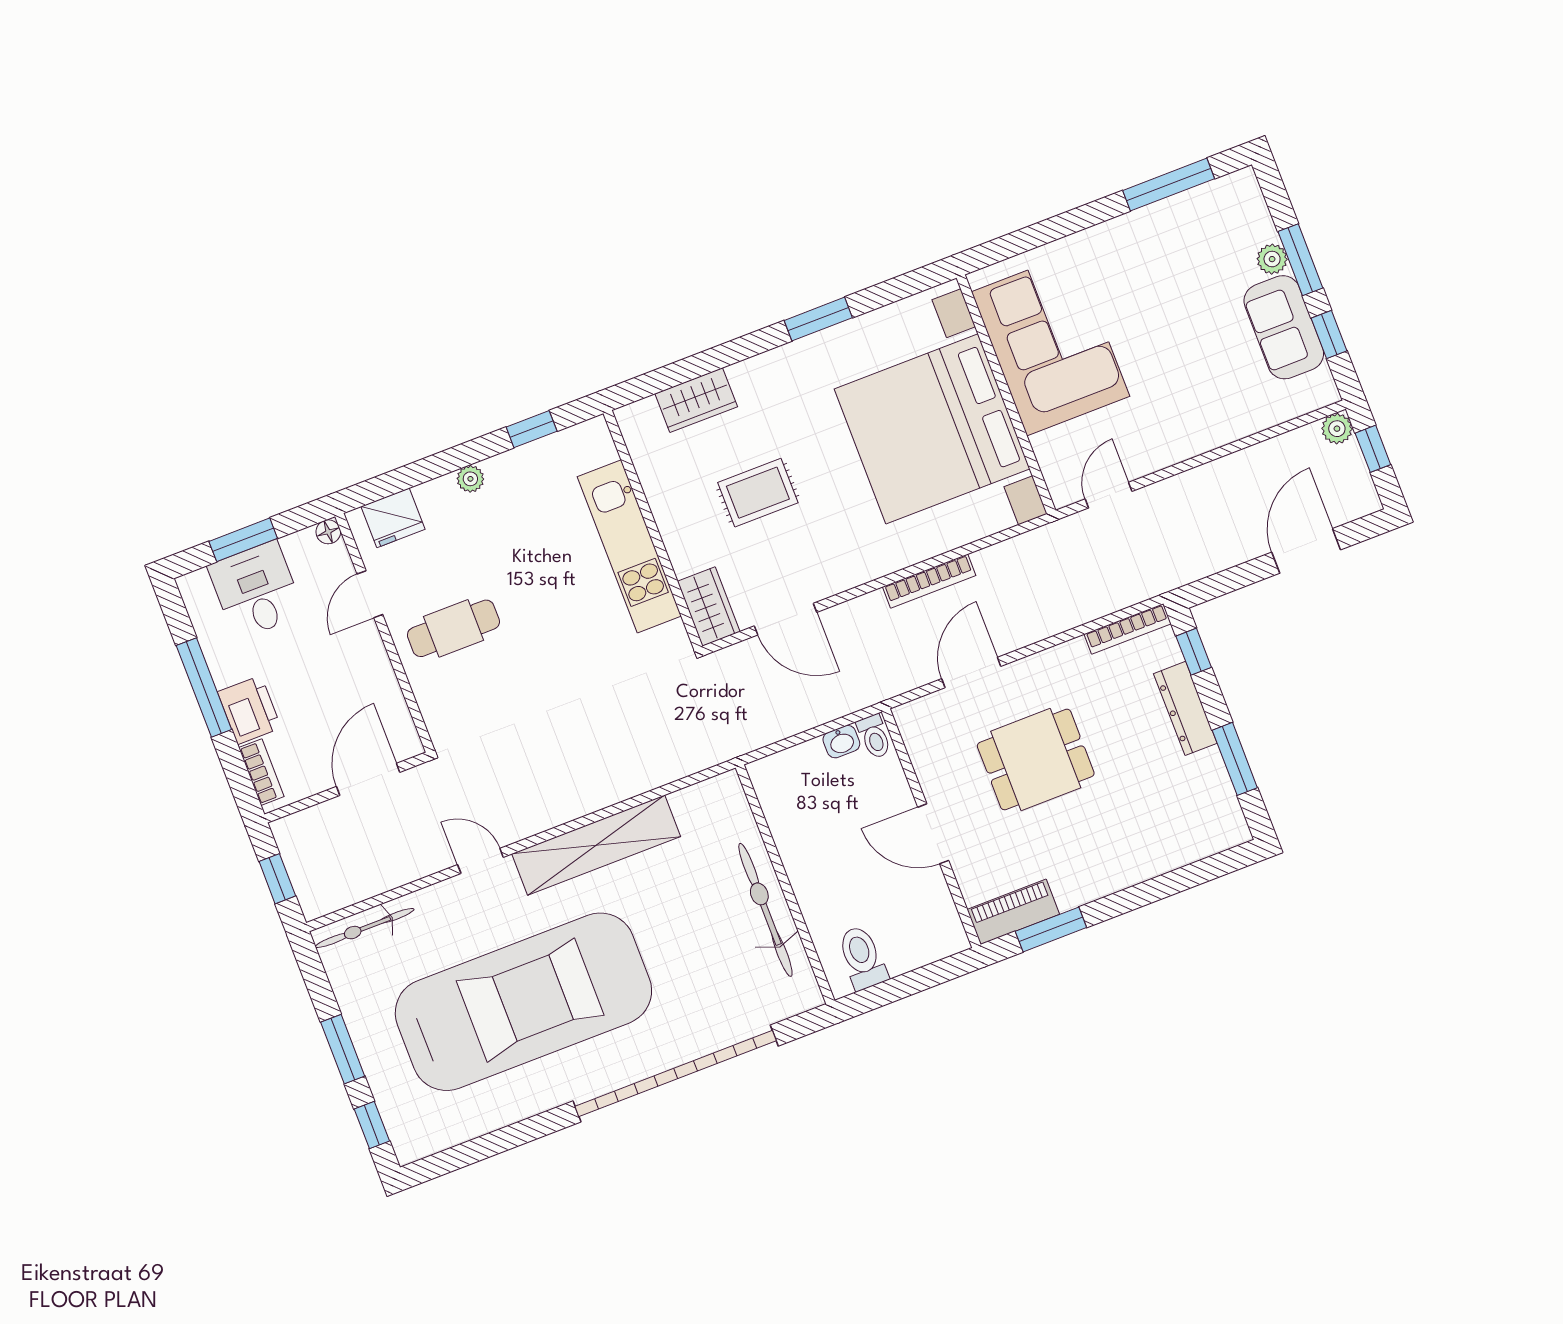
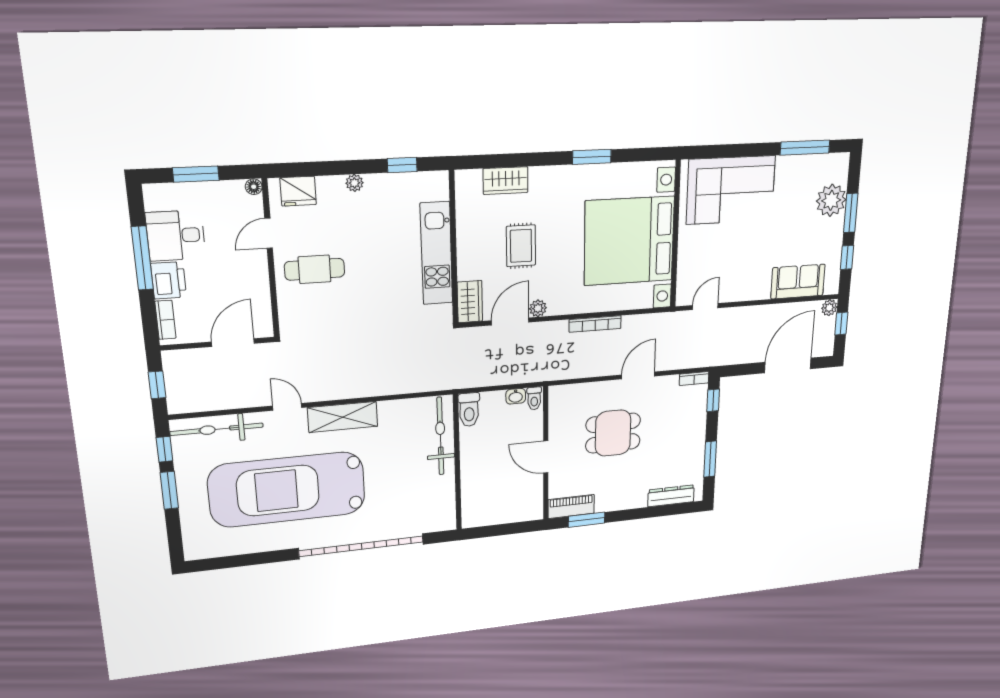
plant: (1272, 259) -> (831, 200), width x1.88, depth x1.88
sofa: (1284, 327) -> (798, 282), moved, turned 90
corner sofa: (1051, 344) -> (731, 190), moved, turned 90
rug: (758, 493) -> (521, 246), turned 90
door: (1306, 551) -> (788, 365), width x1.36
plant: (823, 584) -> (538, 308), added
desk: (256, 590) -> (176, 236), moved, turned -90
door: (786, 619) -> (510, 321), swing flipped
bookcase: (1128, 629) -> (694, 379), width x0.64
door: (971, 672) -> (638, 375), moved
dresser: (1185, 708) -> (671, 496), moved, turned 90
shelving: (596, 845) -> (343, 417), width x0.68
bicycle: (765, 910) -> (440, 436), moved
bicycle: (365, 928) -> (217, 429), width x1.37, depth x1.40
toilet: (862, 958) -> (469, 410), moved, turned 180
car: (523, 1002) -> (287, 490), turned 180
window: (372, 1125) -> (164, 449), moved

